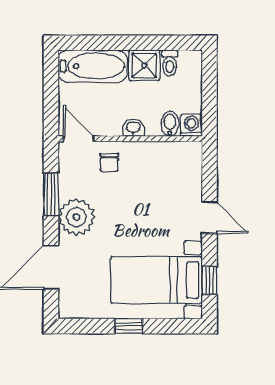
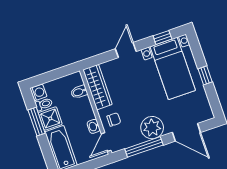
window: (147, 43) -> (37, 122), added
washing machine: (191, 125) -> (38, 92), moved, turned 180
washbasin: (133, 128) -> (94, 126), moved
wardrobe: (168, 155) -> (98, 87), added
window: (51, 194) -> (144, 147), width x1.44

